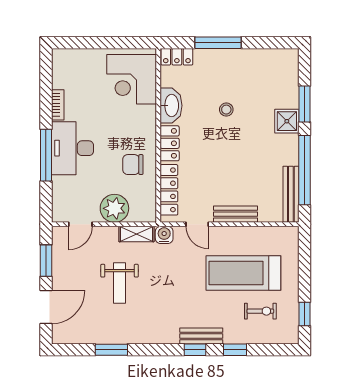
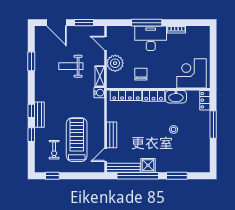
shower: (287, 121) -> (148, 165), moved
door: (197, 224) -> (106, 155), moved

